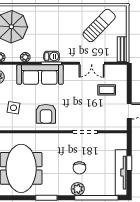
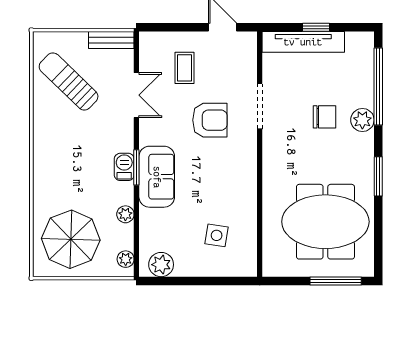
sofa: (40, 75) -> (157, 177), width x0.73
armchair: (46, 114) -> (210, 120), moved
tv unit: (121, 173) -> (303, 42), moved

